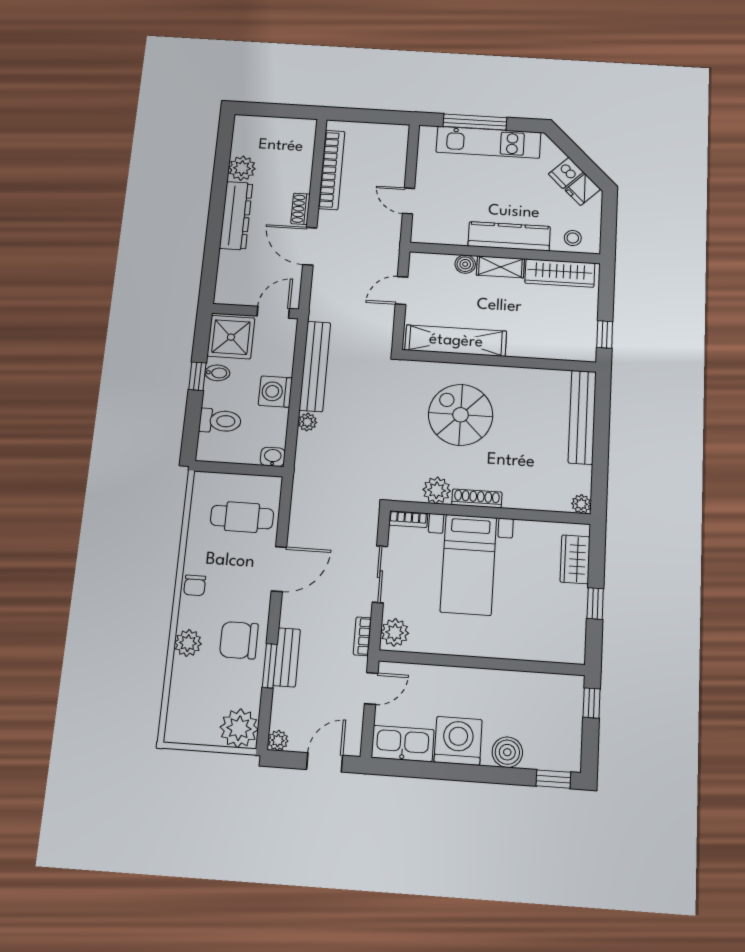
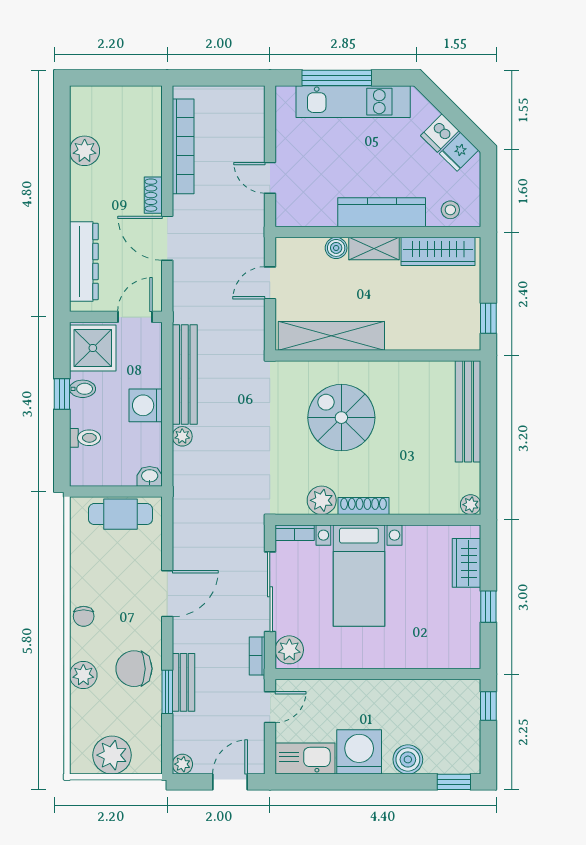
dresser: (236, 216) -> (84, 261), moved
toilet: (220, 421) -> (85, 438), width x0.73, depth x0.72
cafe table: (242, 517) -> (120, 514), moved
sliding door: (380, 574) -> (270, 592), width x1.37
plant: (239, 728) -> (112, 755), moved

